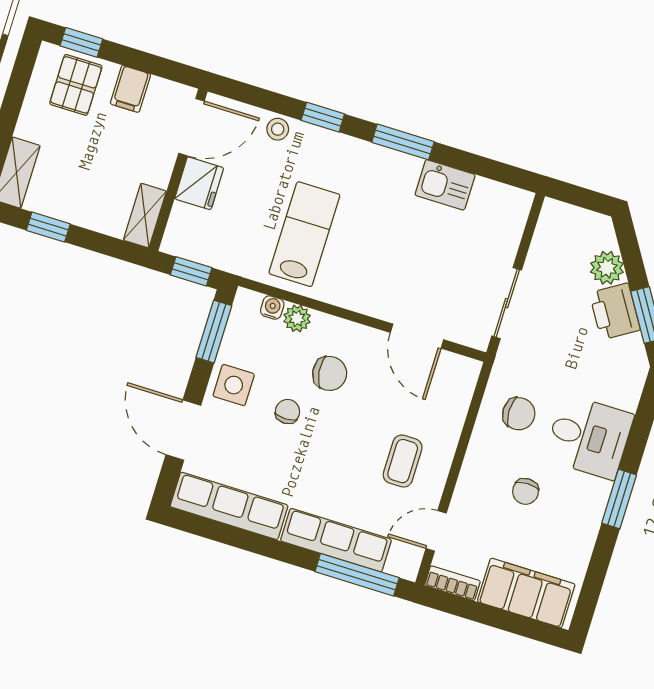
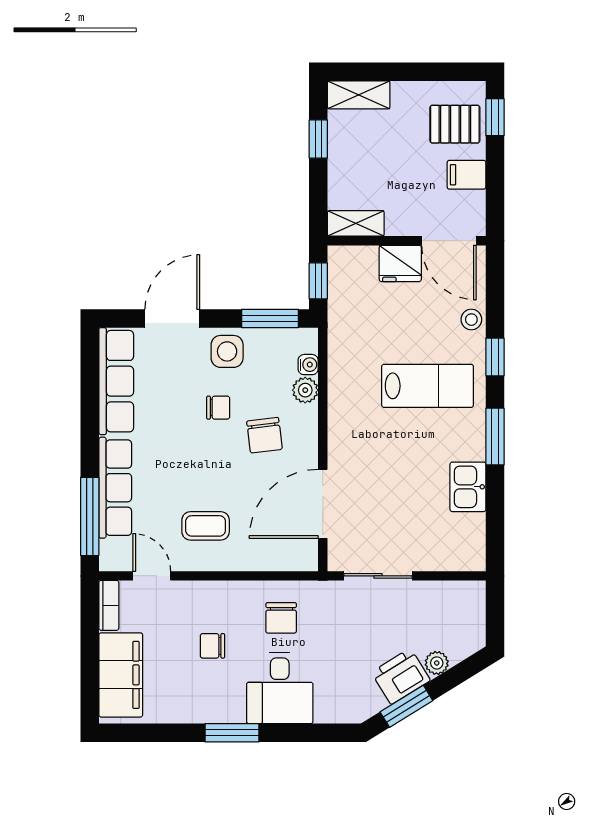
lab bench: (304, 234) -> (428, 386), moved
plant: (607, 268) -> (437, 663), width x0.73, depth x0.73
door: (417, 336) -> (323, 504), width x1.36

